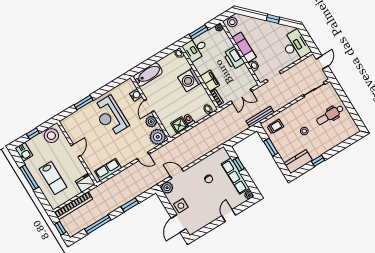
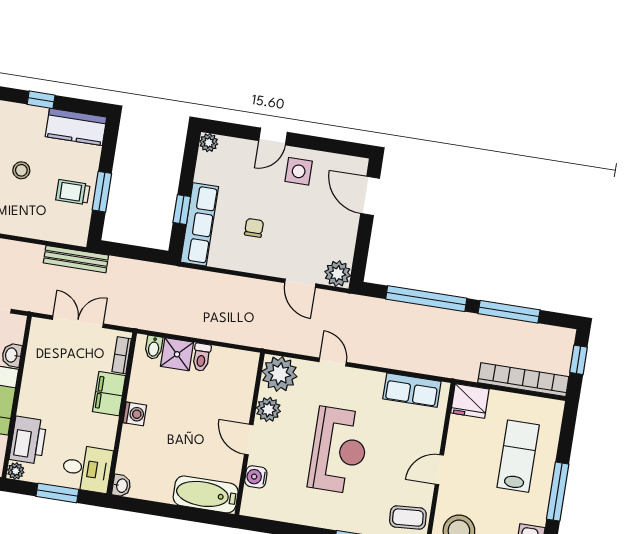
printer: (234, 58) -> (28, 440), moved
washing machine: (190, 80) -> (135, 414), width x0.53, depth x0.53
door: (149, 106) -> (249, 439), swing flipped
reception desk: (110, 116) -> (339, 450), moved
coffee table: (73, 125) -> (408, 518), added
shower: (179, 125) -> (177, 354), moved
trolley: (275, 127) -> (73, 192), moved
row of seats: (235, 176) -> (200, 224), moved
window: (130, 205) -> (426, 299), width x2.11
side table: (181, 206) -> (299, 171), moved
door: (179, 224) -> (370, 196), swing flipped

